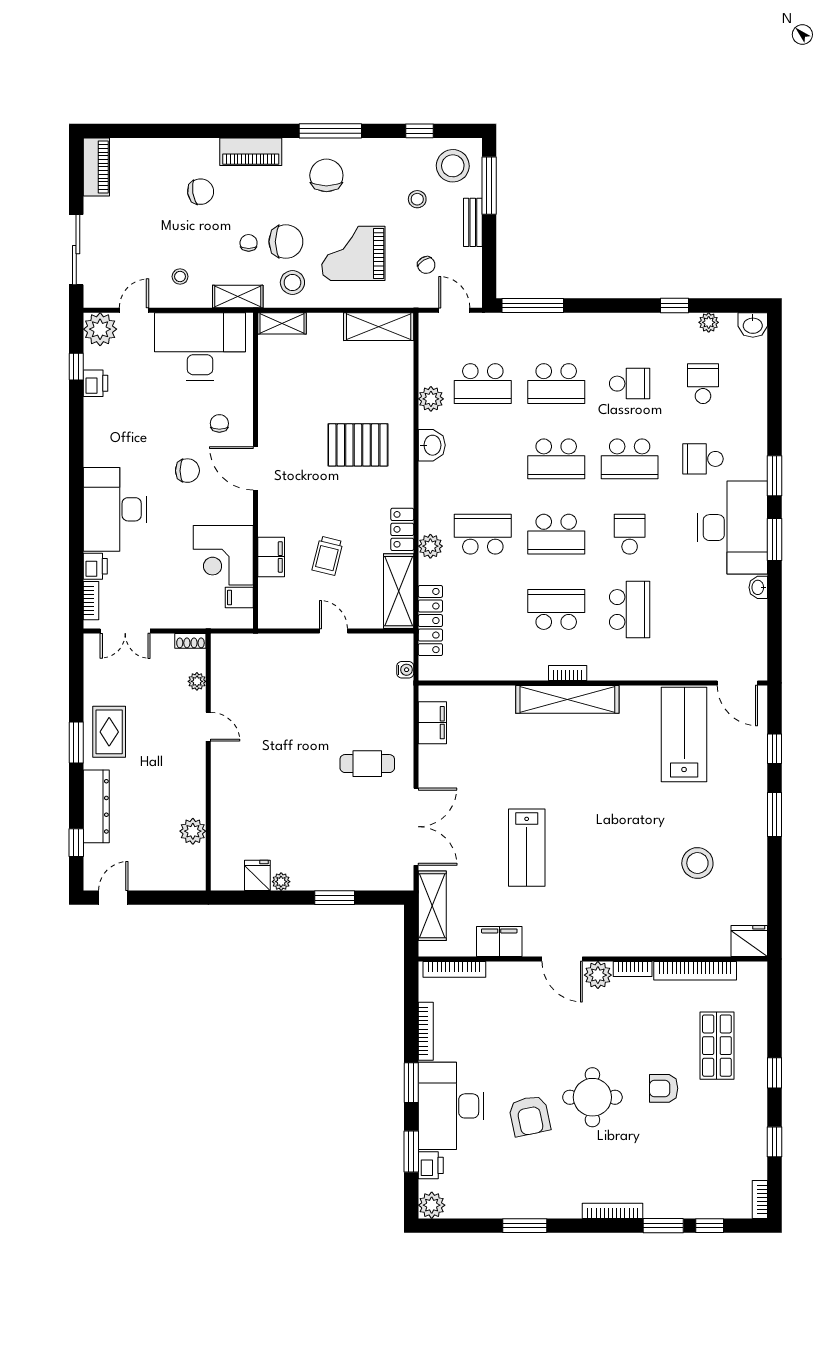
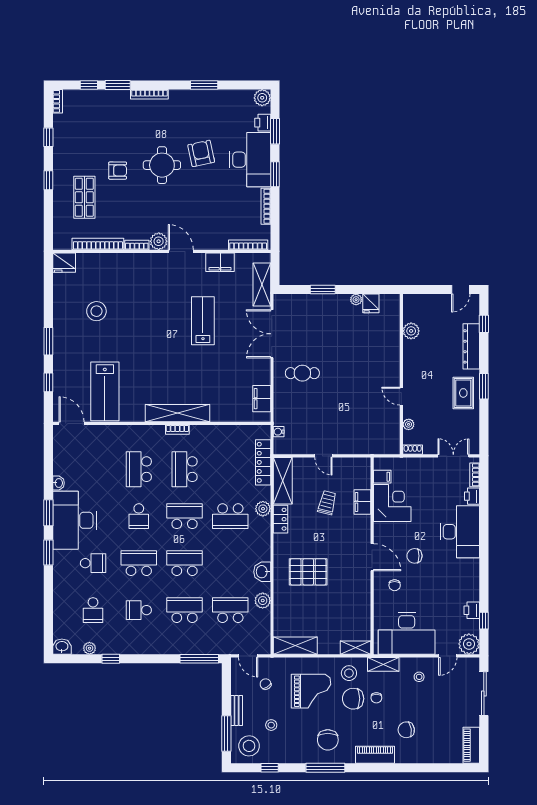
school desk: (556, 609) -> (185, 469), turned 90

